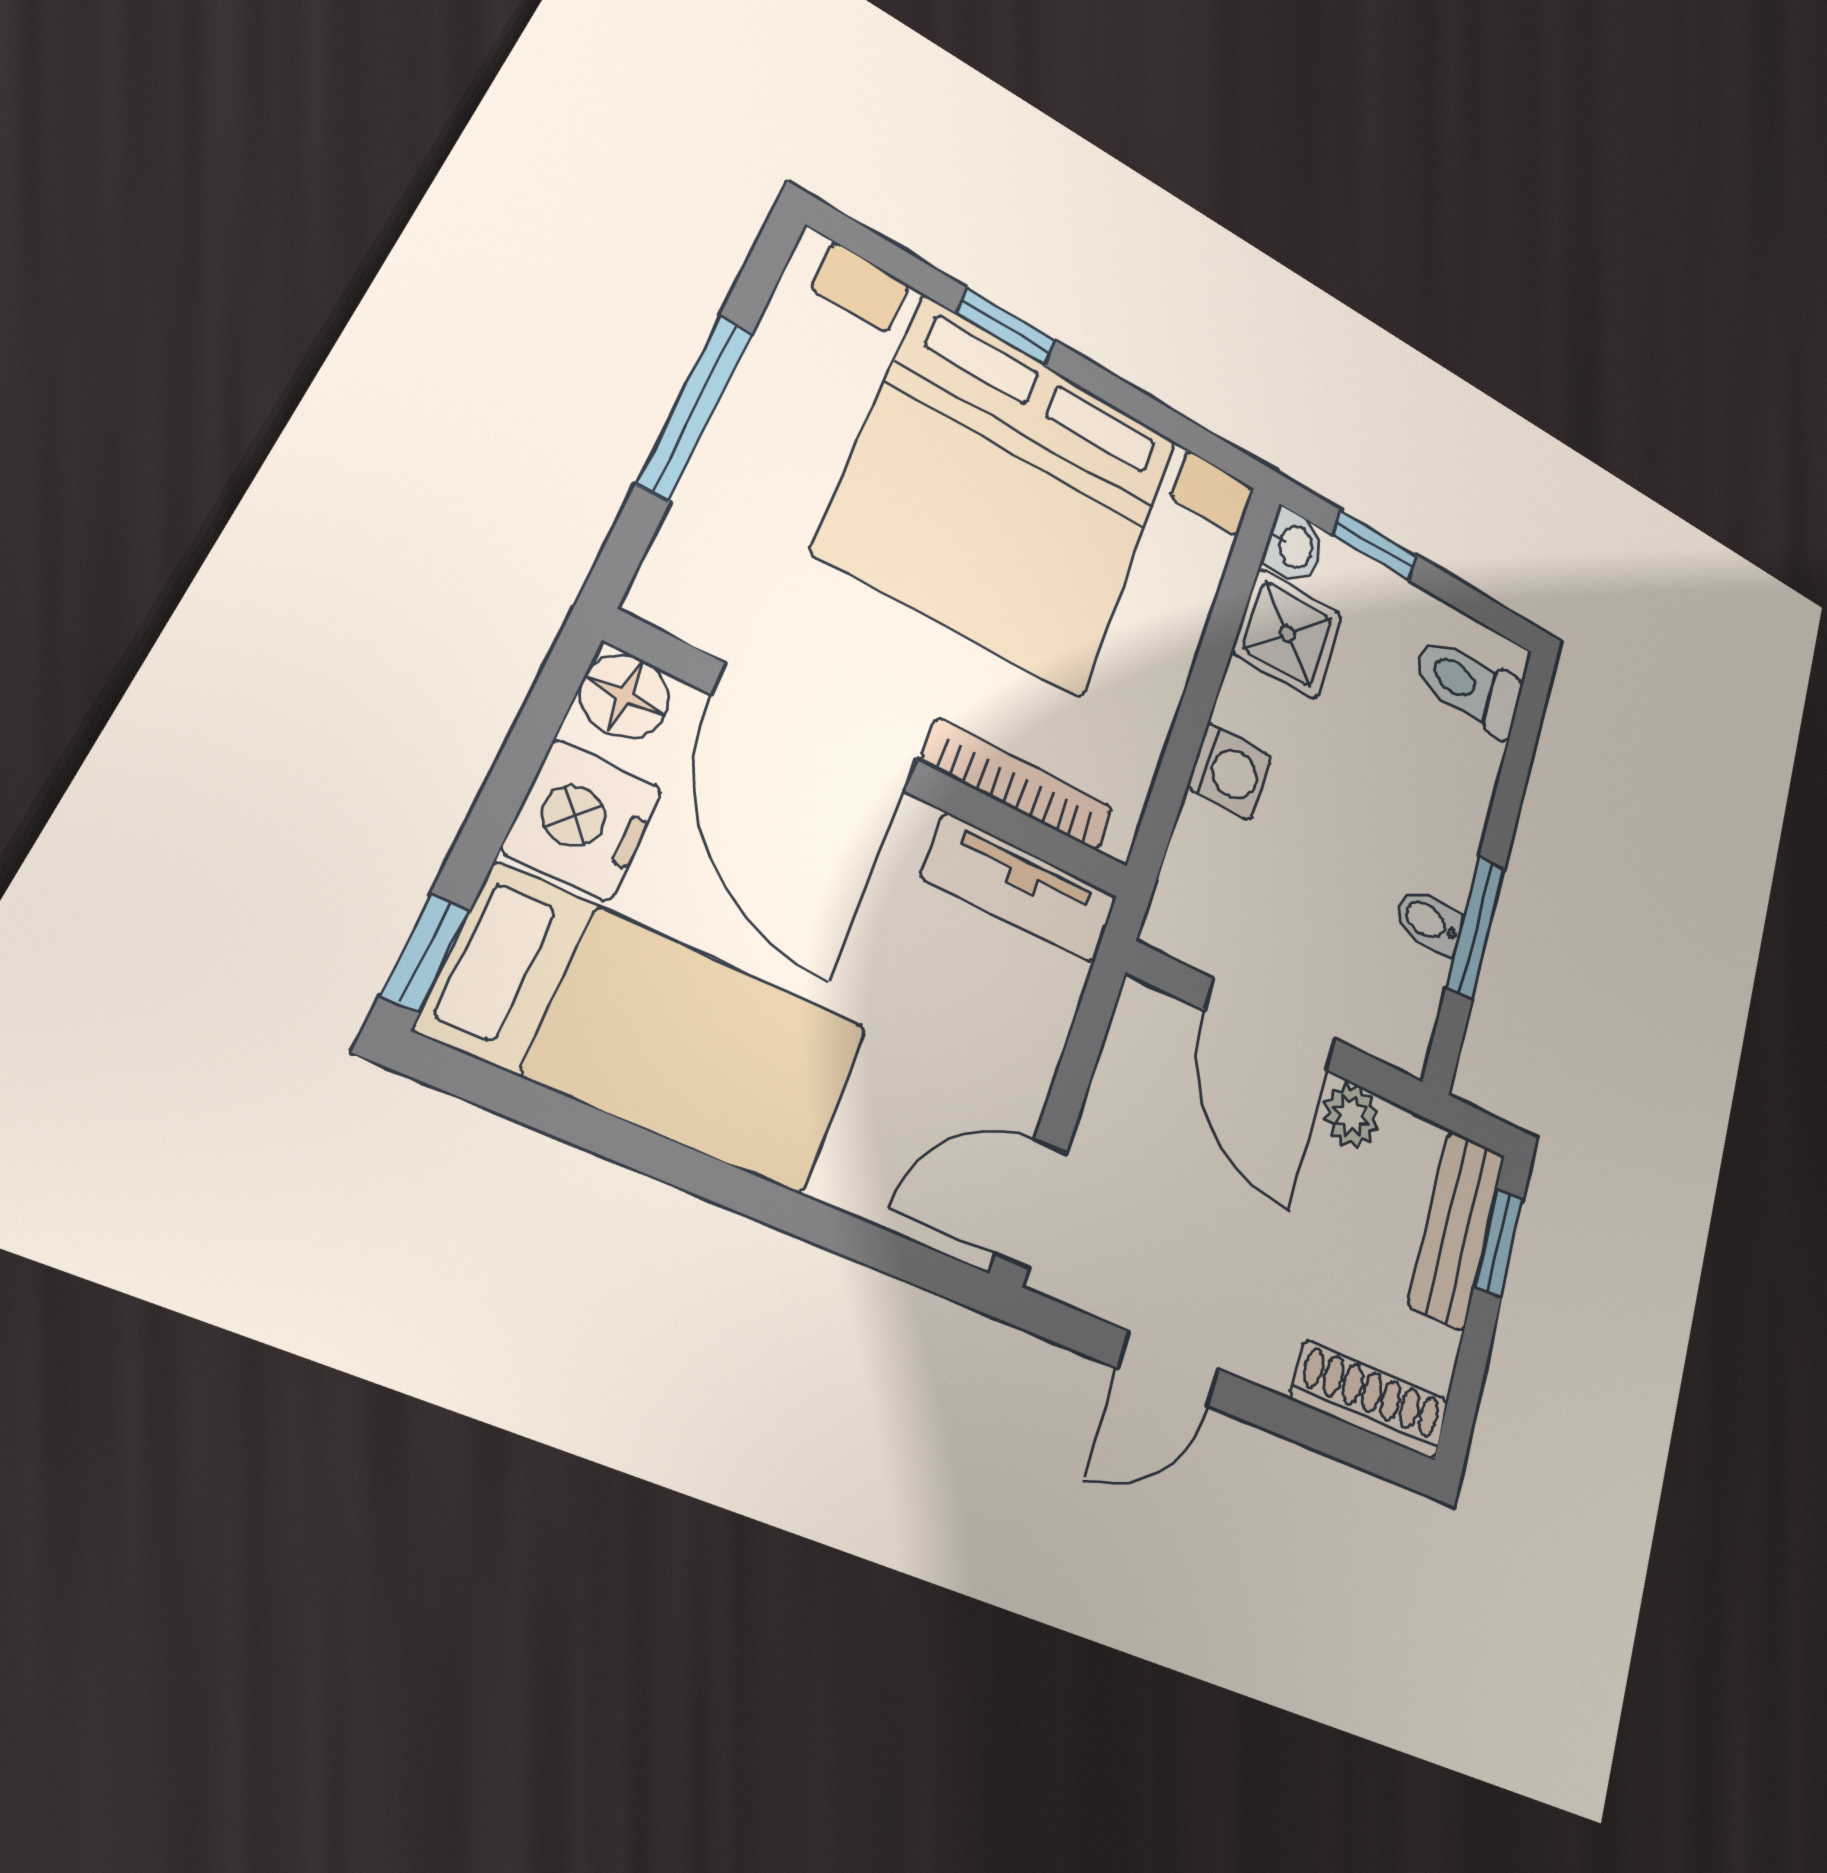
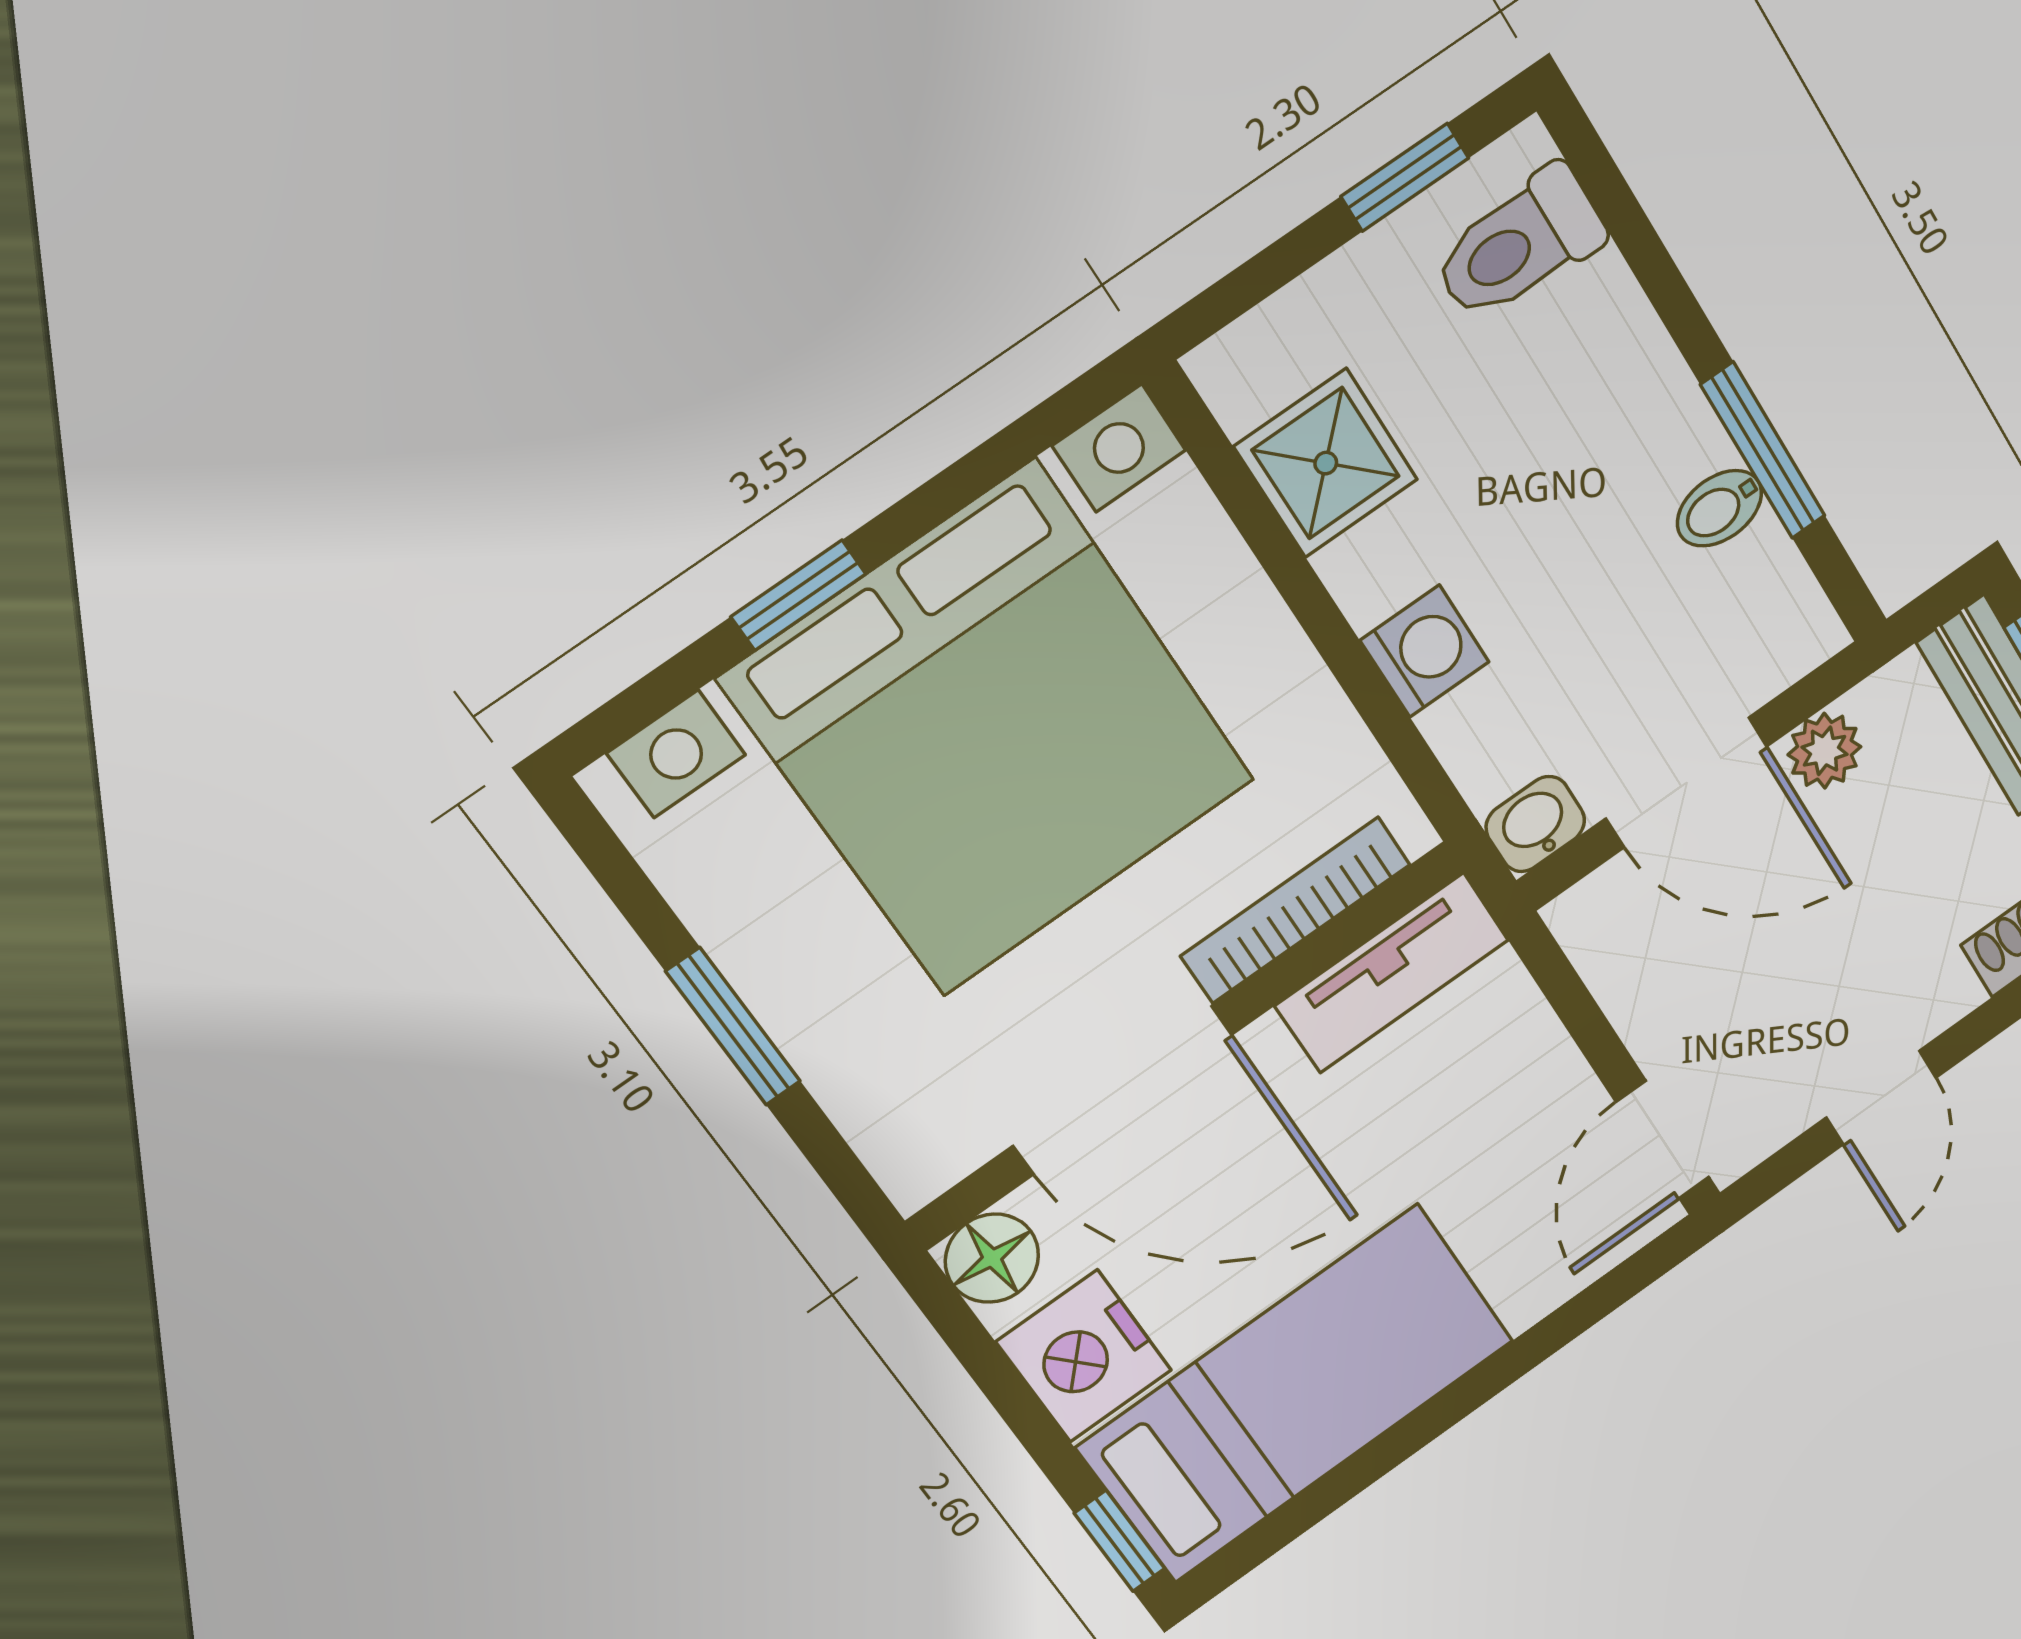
window: (695, 407) -> (733, 1027), width x0.69
window: (1375, 545) -> (1405, 177), moved
washbasin: (1294, 546) -> (1535, 824), moved, turned -90

